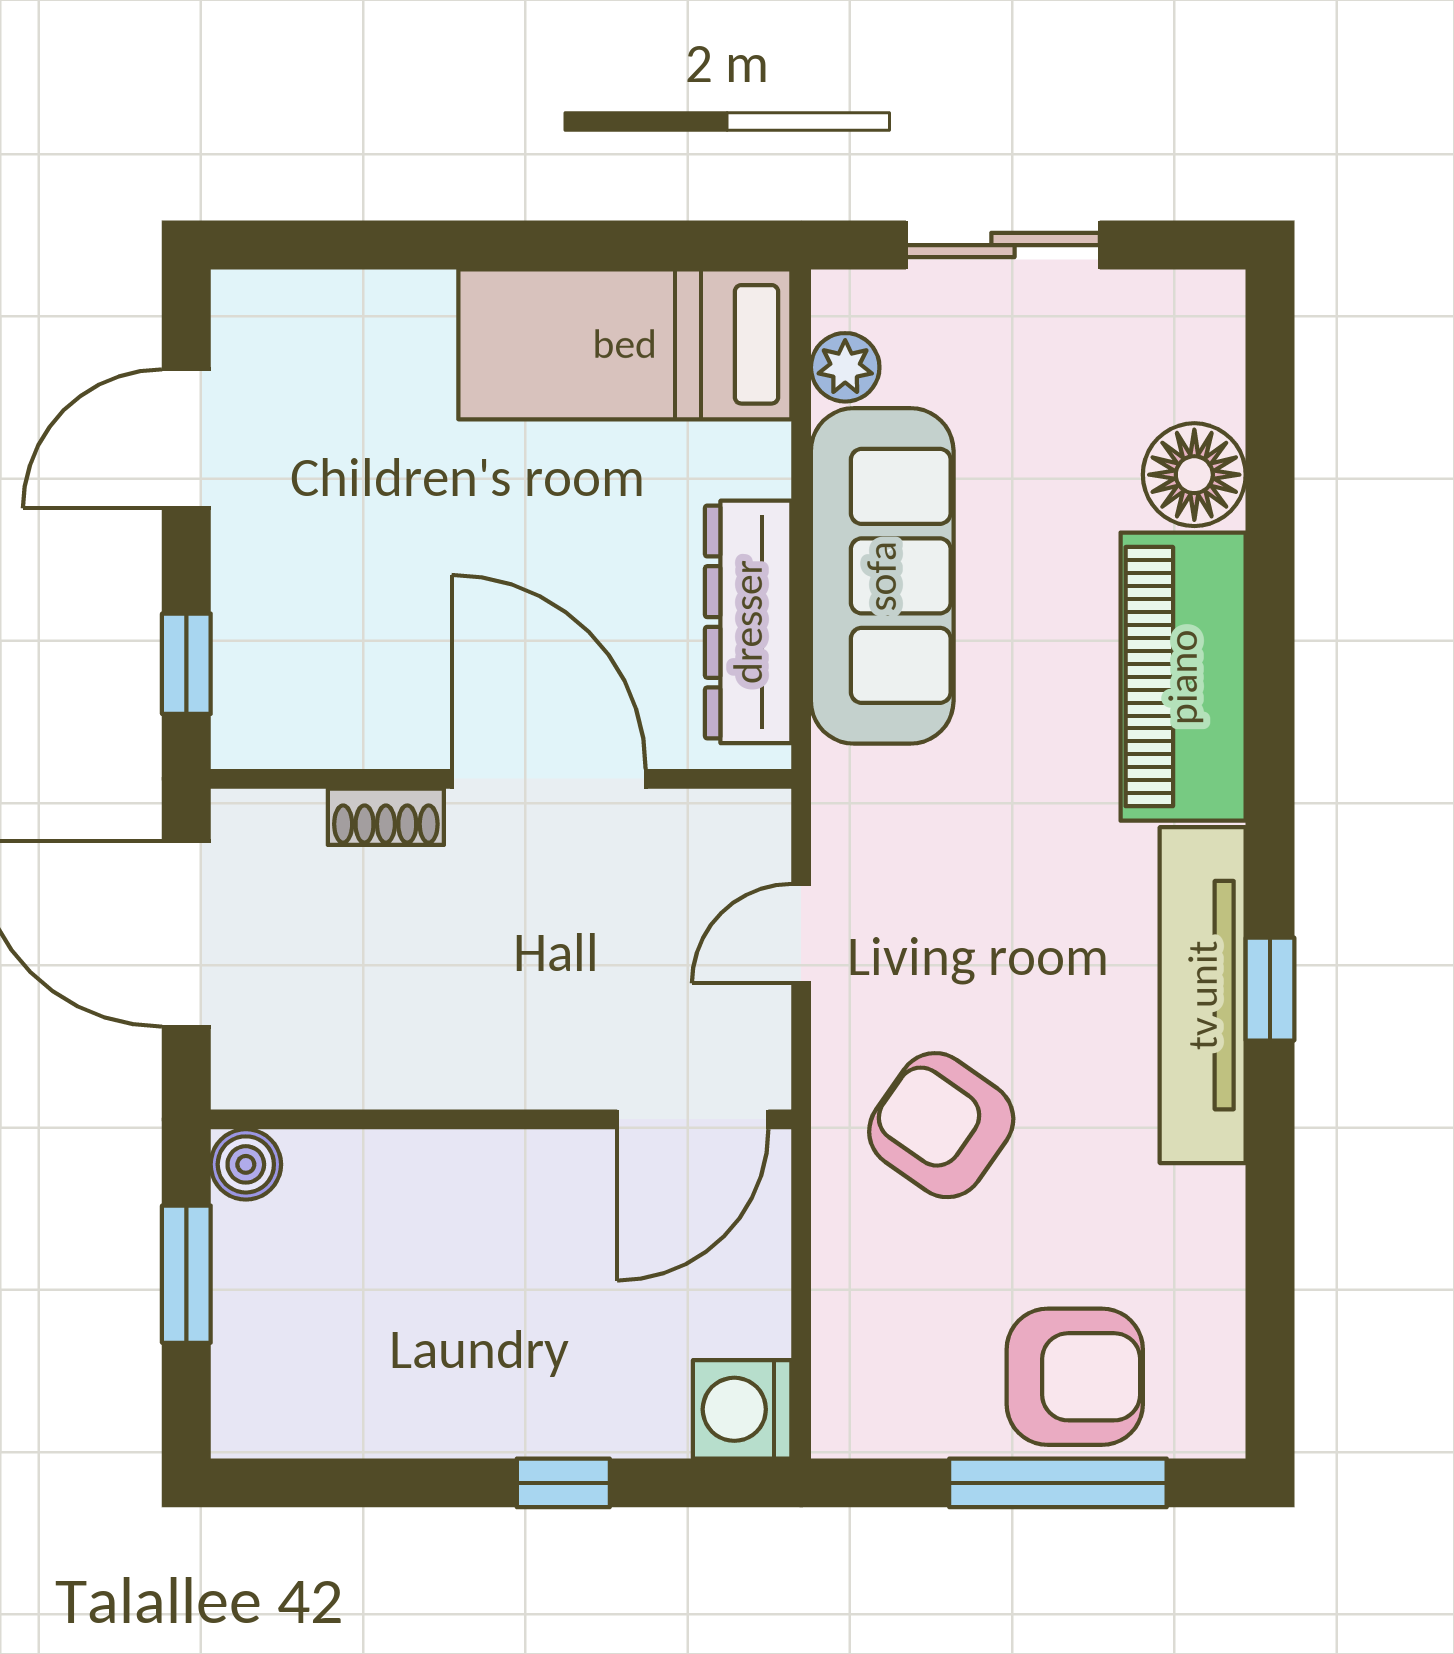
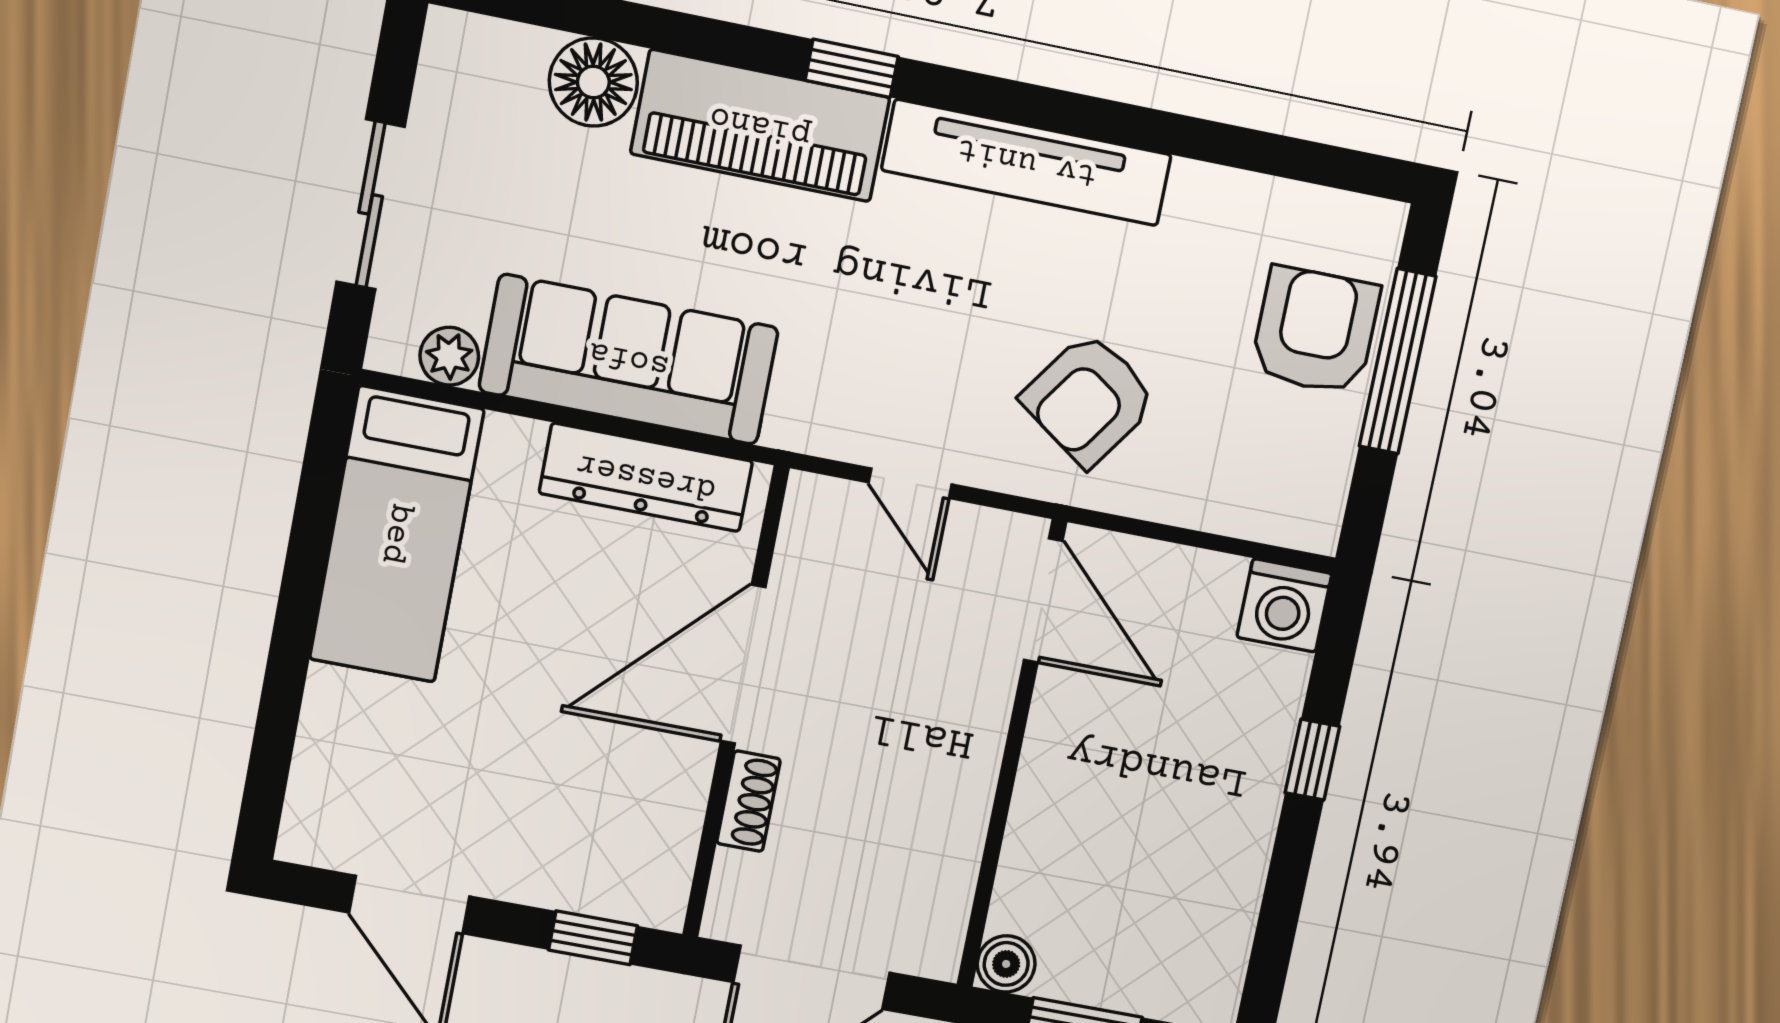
window: (1270, 989) -> (852, 68), moved

